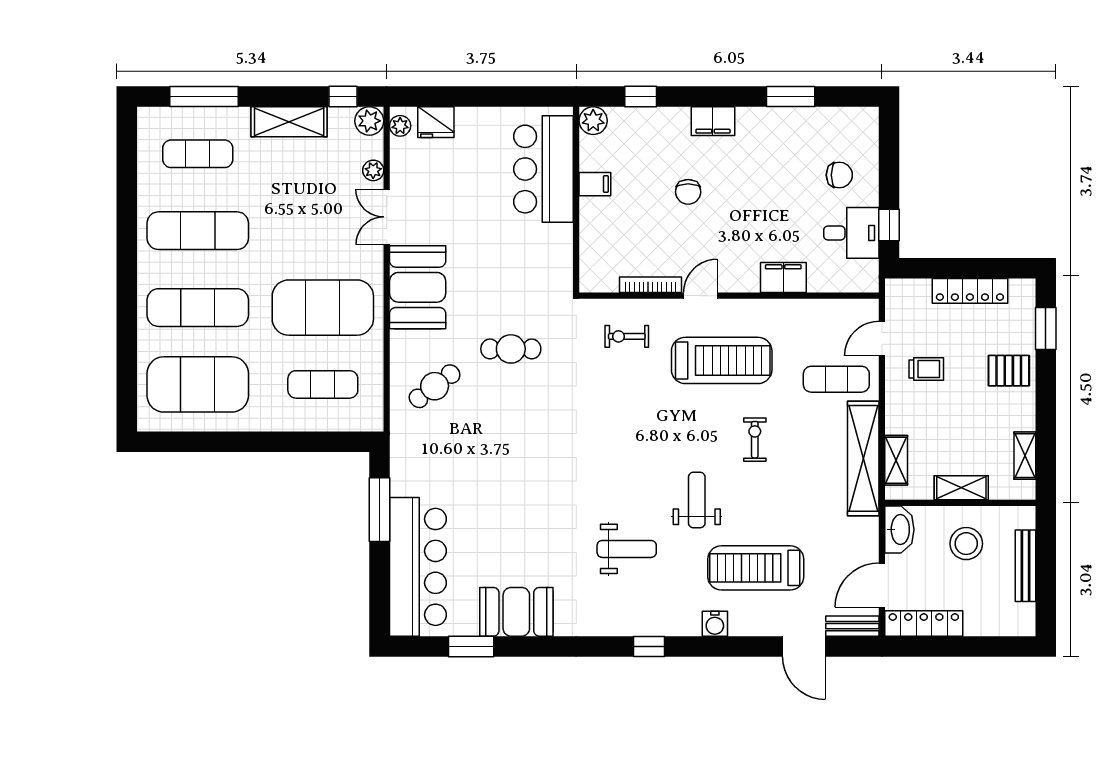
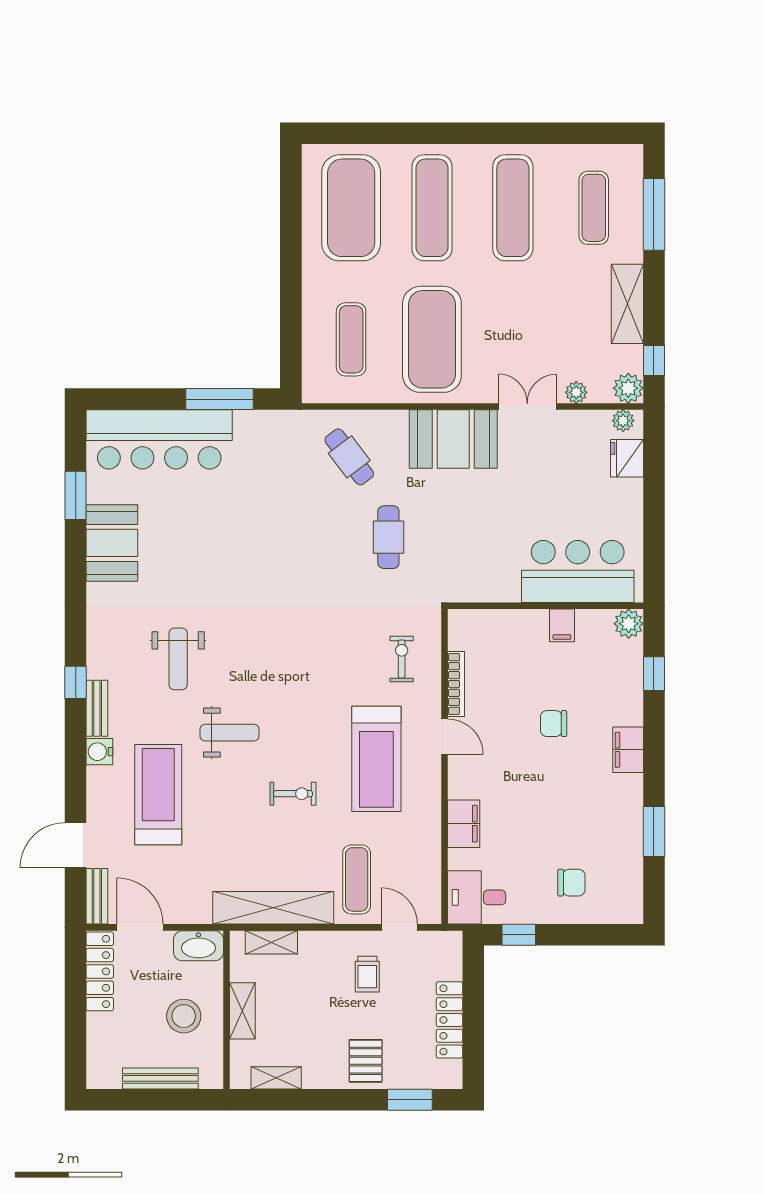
chair: (839, 175) -> (571, 883), turned -90
desk: (851, 233) -> (477, 897), moved, turned 90
bench: (674, 626) -> (97, 708), added

